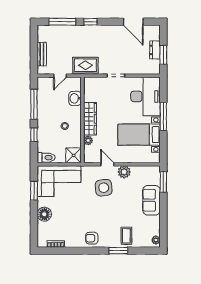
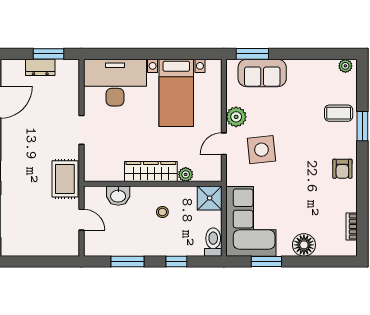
bench: (42, 54) -> (47, 249), removed
window: (34, 104) -> (128, 261), width x0.69
window: (163, 116) -> (147, 54), removed
sofa: (151, 200) -> (262, 73), moved

